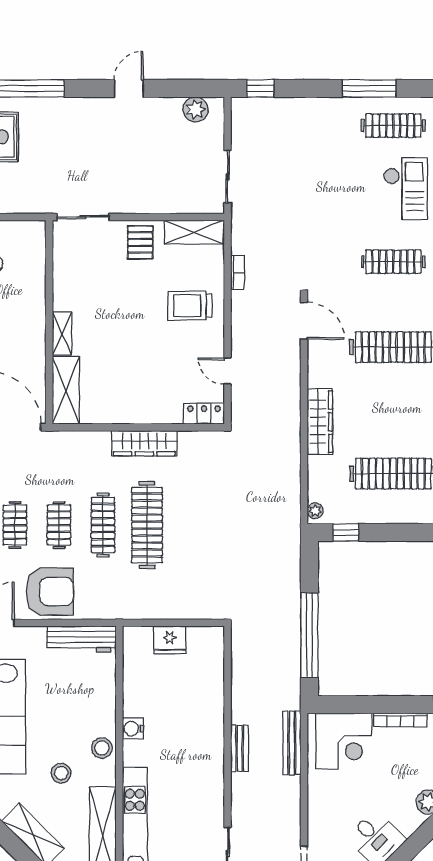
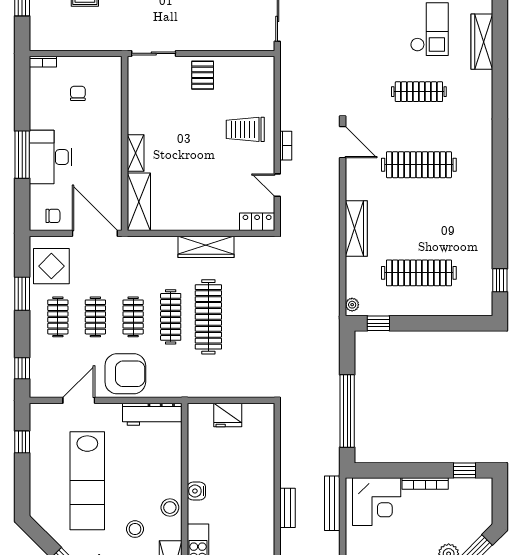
shelving: (194, 232) -> (249, 67), removed
bookcase: (238, 273) -> (286, 146), moved

